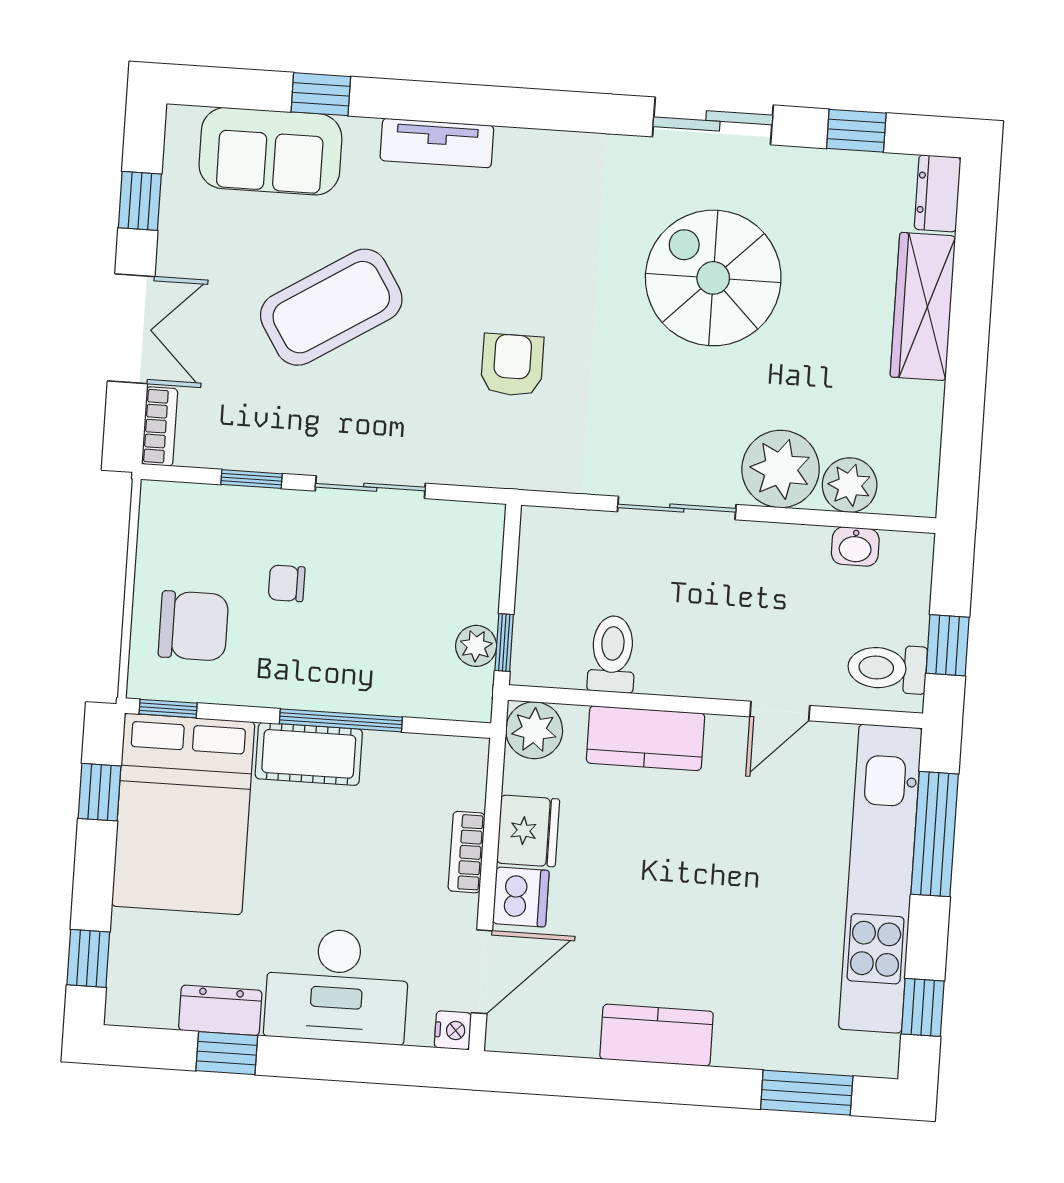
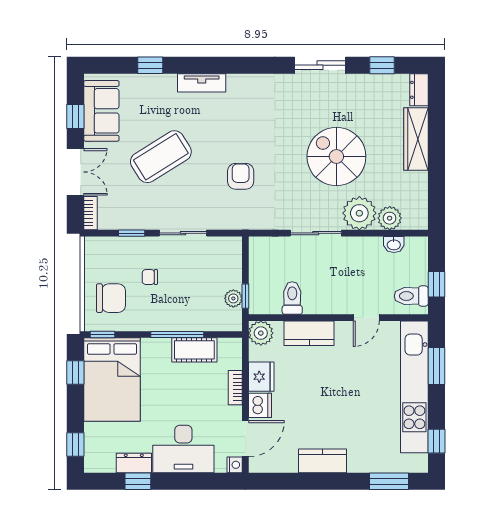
sofa: (270, 151) -> (101, 111), moved, turned -90
spiral stairs: (713, 278) -> (336, 157), moved
cot: (309, 754) -> (194, 350), moved
window: (935, 834) -> (436, 366), width x0.69

